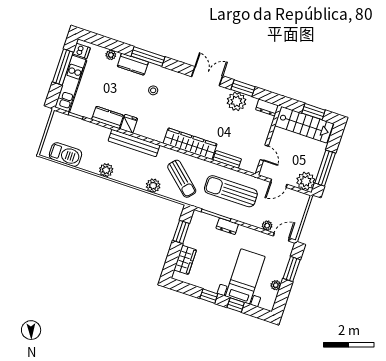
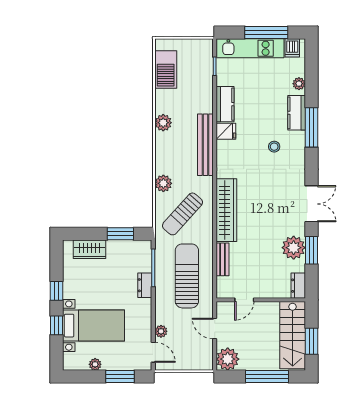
window: (325, 168) -> (267, 377), moved

